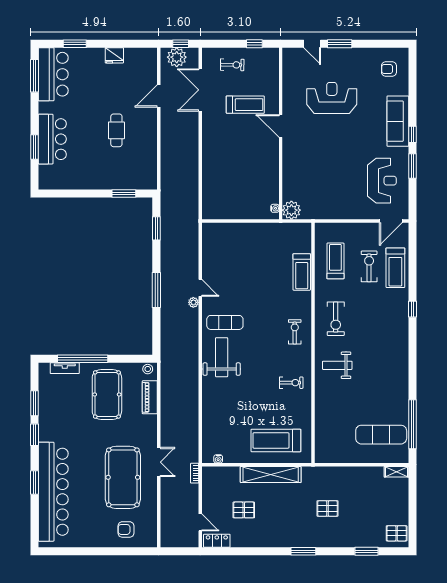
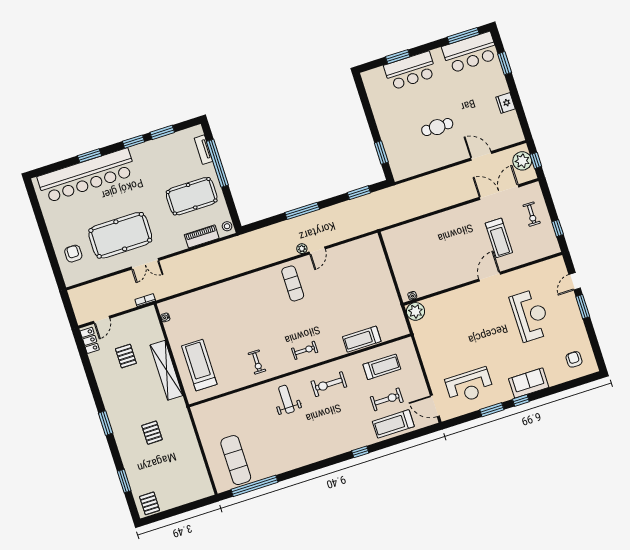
sofa: (398, 121) -> (529, 383), width x0.73
weight bench: (222, 357) -> (260, 291), removed
shelving: (397, 472) -> (206, 485), removed

